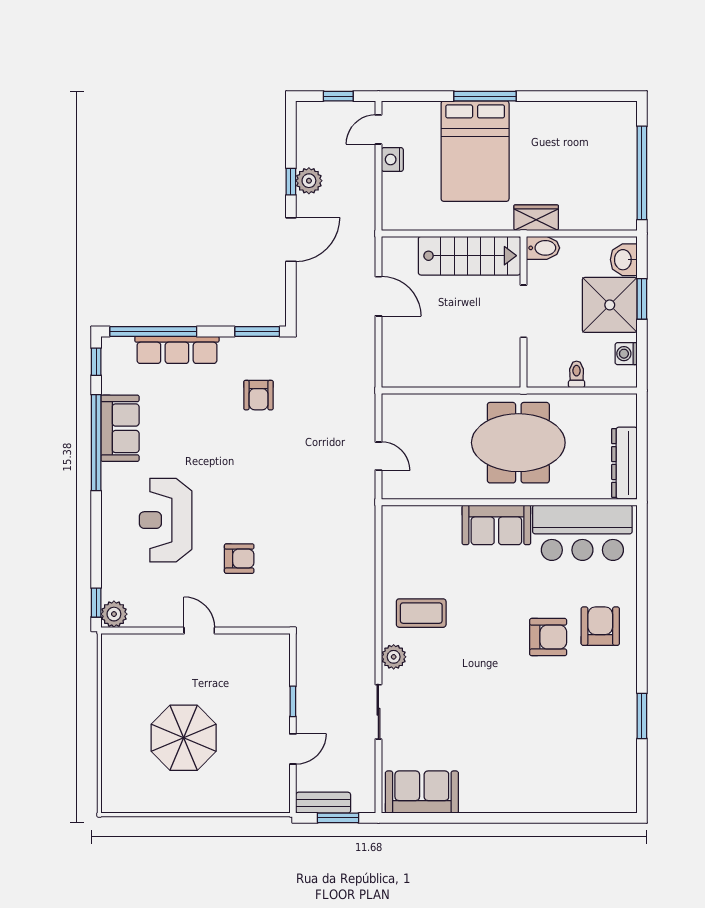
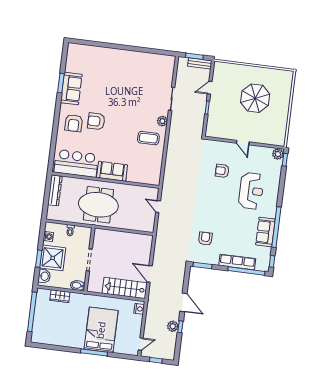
nightstand: (392, 160) -> (139, 309), moved
wardrobe: (536, 218) -> (60, 296), moved
door: (291, 240) -> (183, 302), swing flipped
stairs: (469, 256) -> (125, 288), moved
sofa: (422, 792) -> (71, 89), moved, turned -90

